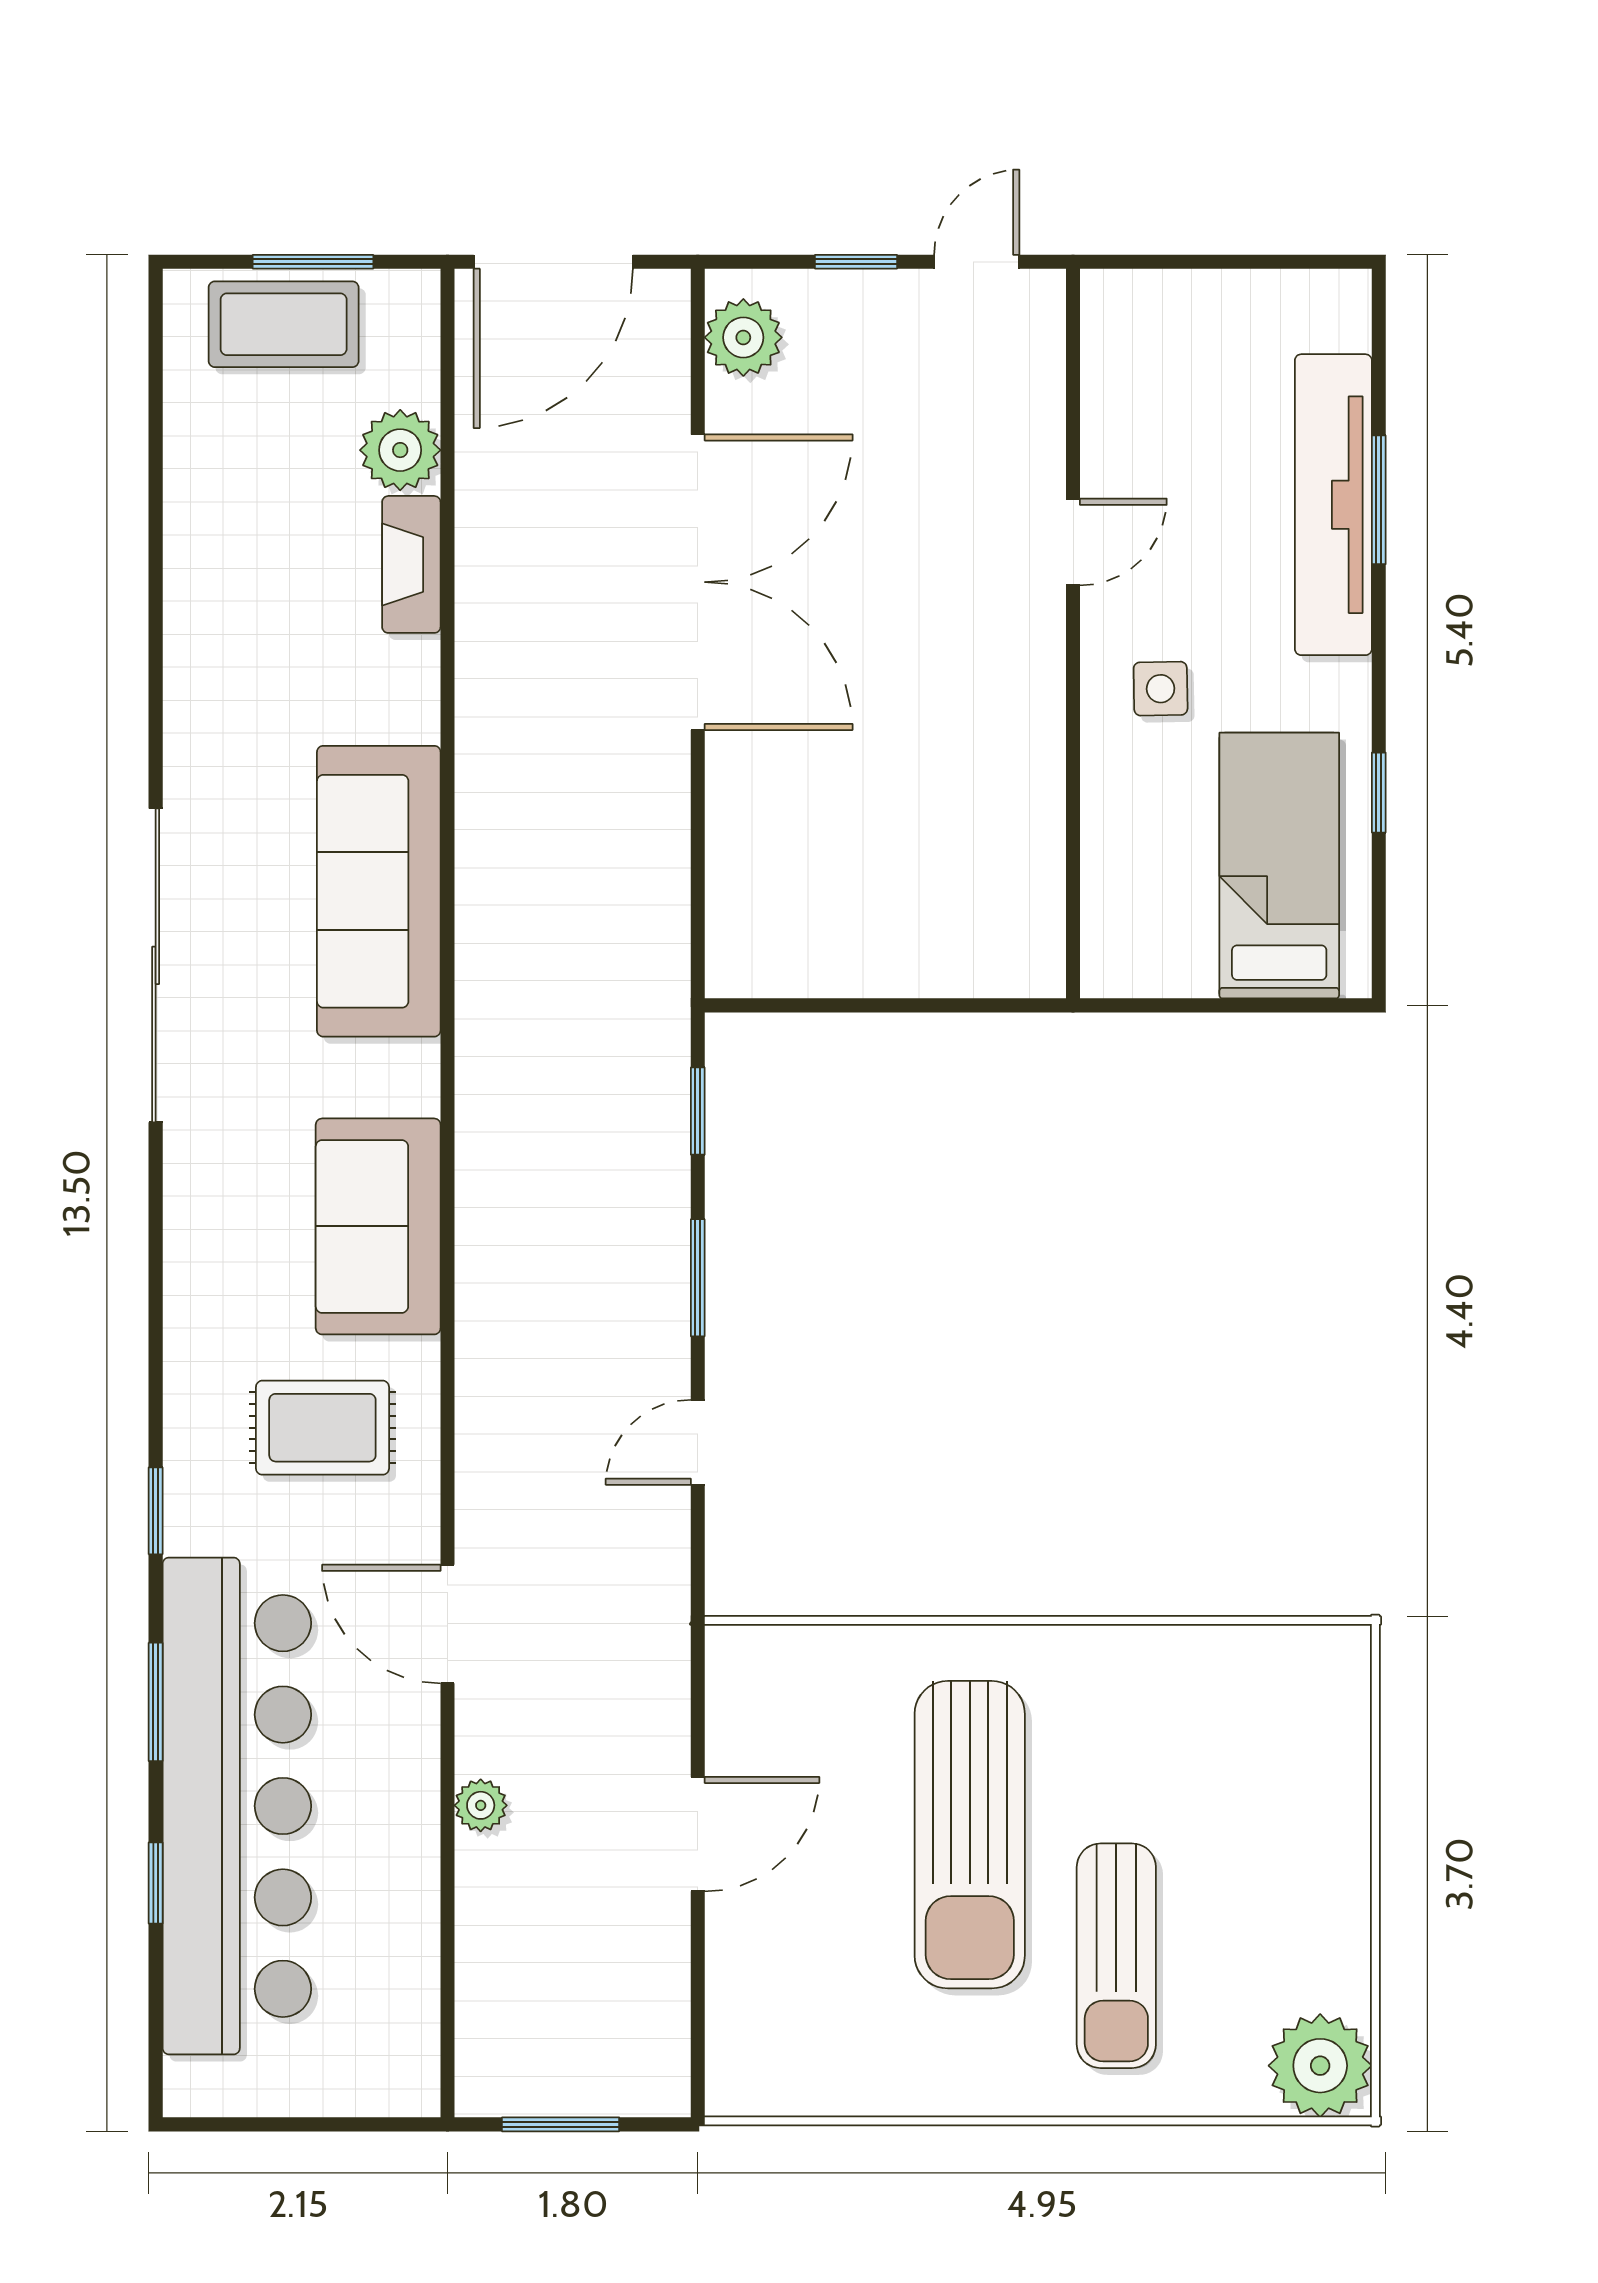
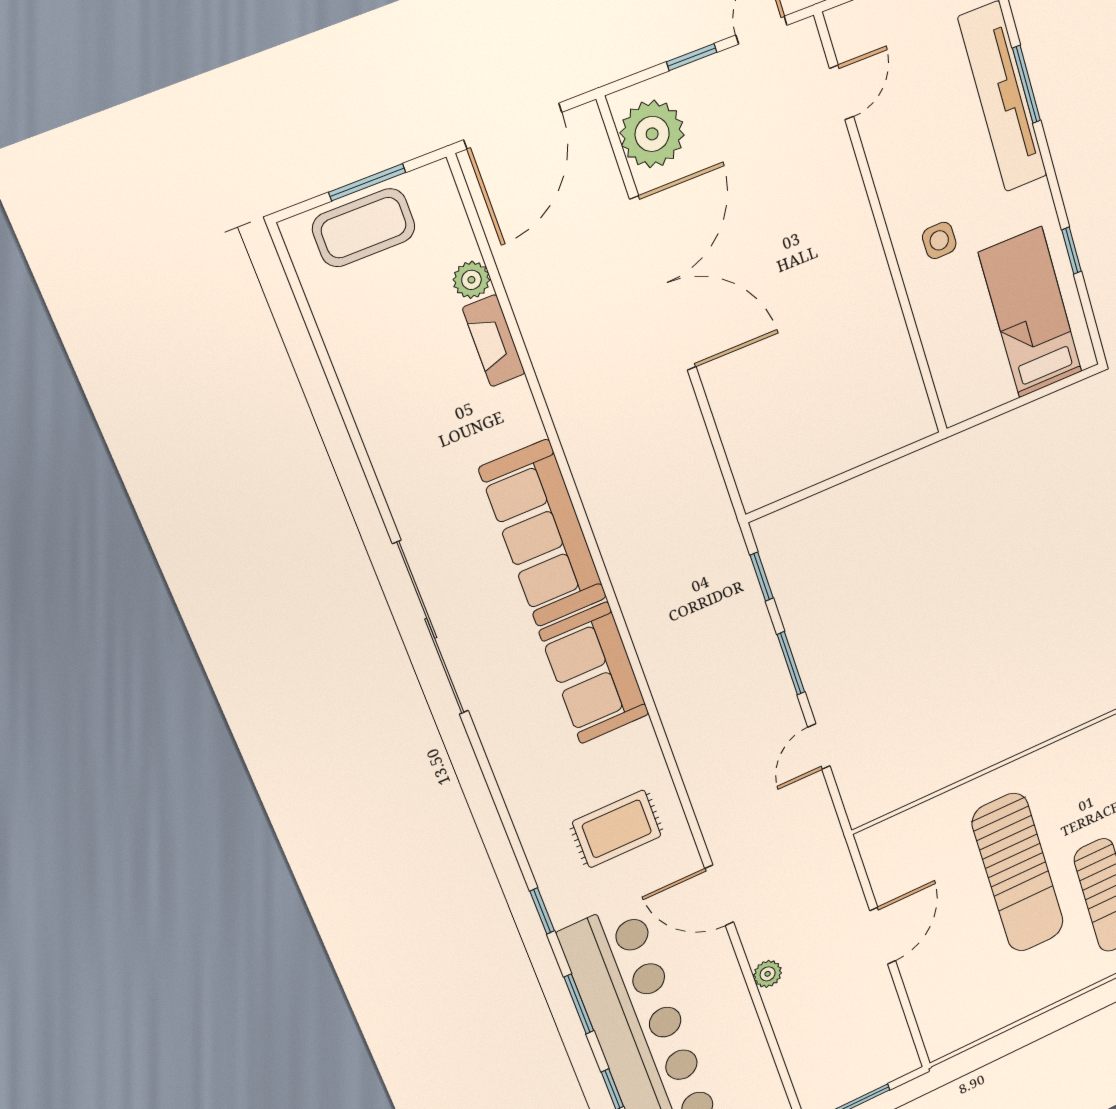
plant: (743, 337) -> (652, 134), width x1.36, depth x1.36
plant: (400, 450) -> (471, 280), width x0.73, depth x0.73
door: (1073, 542) -> (842, 92), moved
sofa: (378, 1226) -> (594, 673), moved

